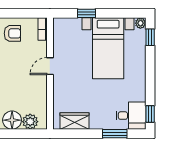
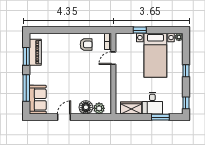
window: (150, 37) -> (186, 71), moved
door: (50, 66) -> (113, 58), moved
desk: (131, 116) -> (152, 103), moved, turned 90

